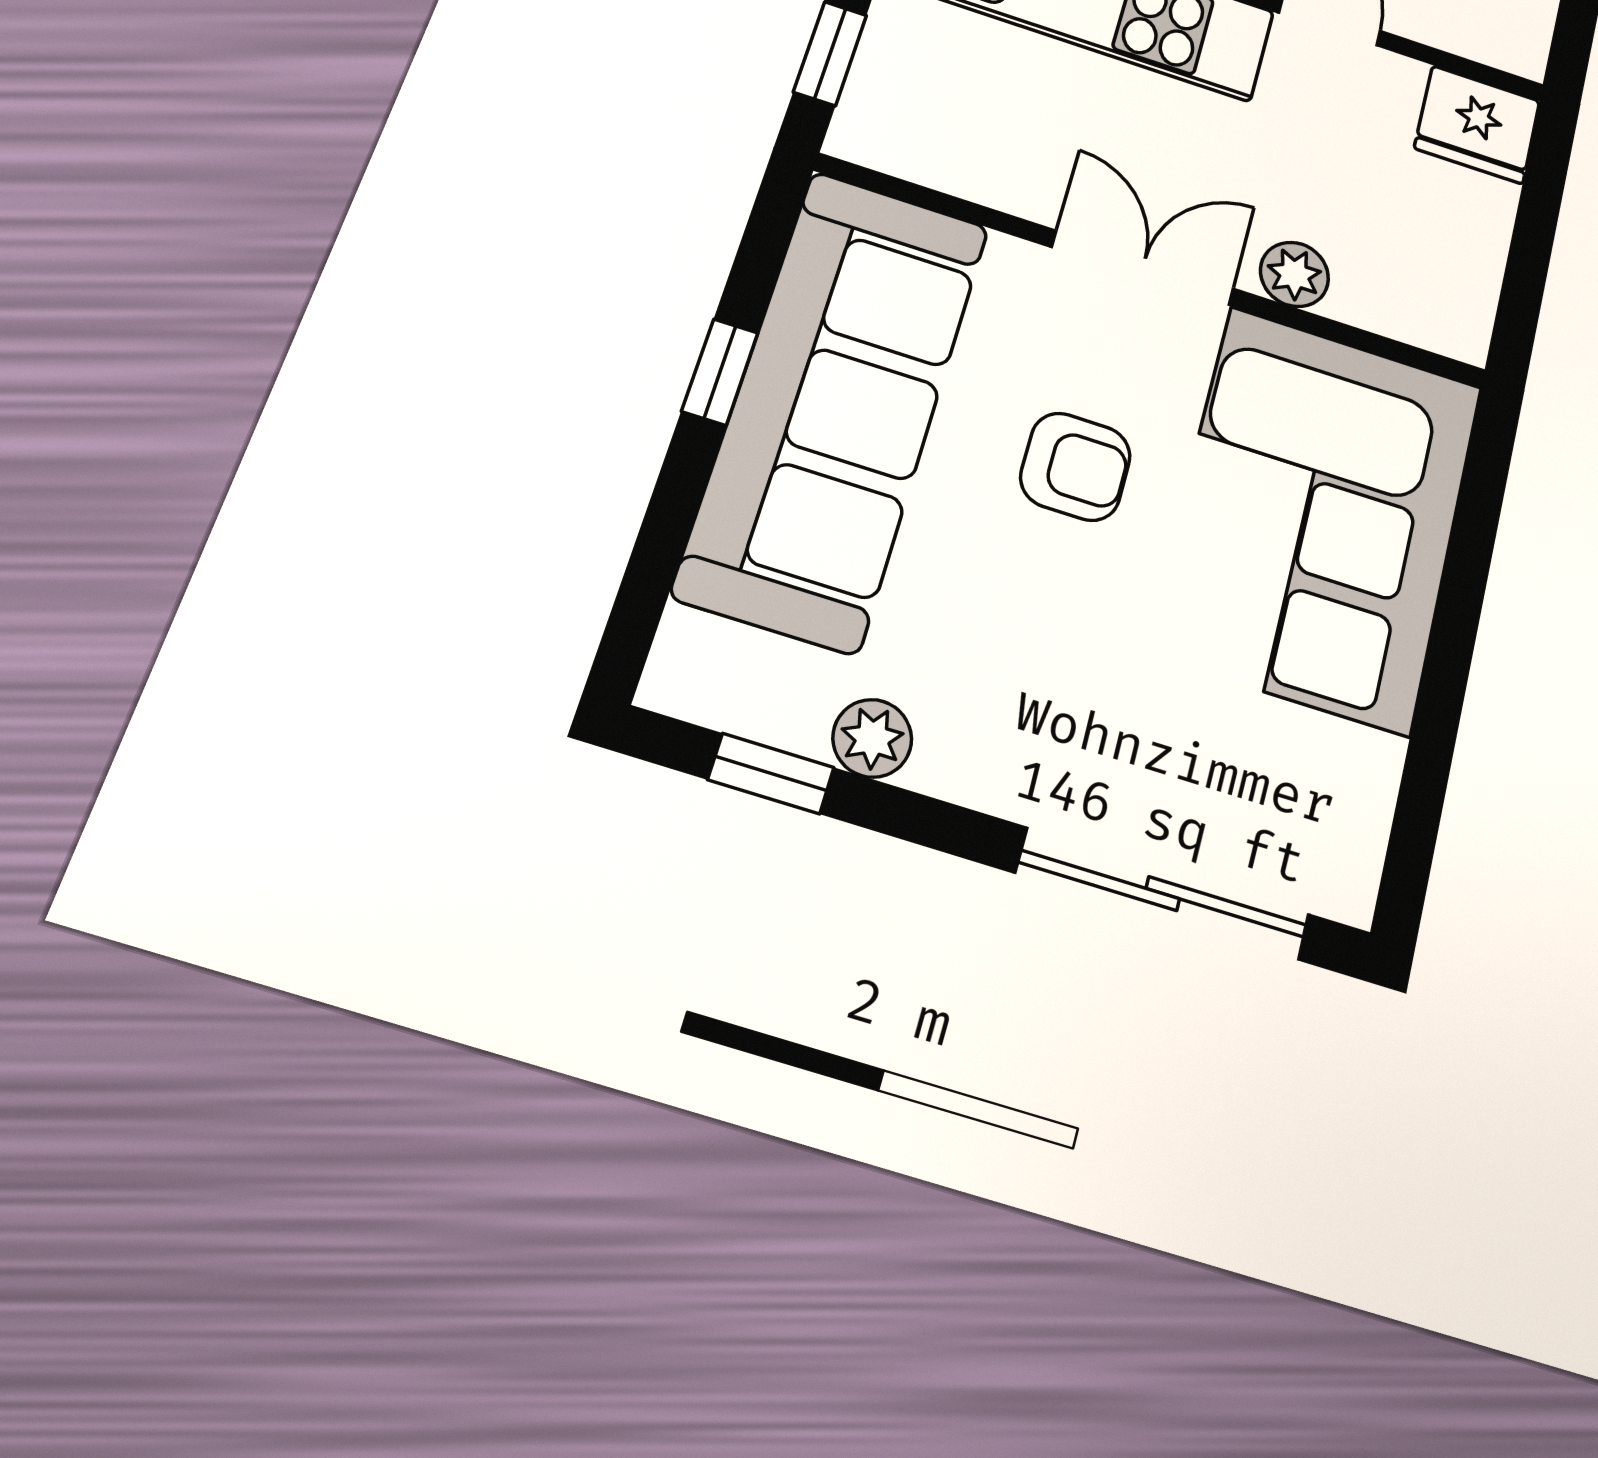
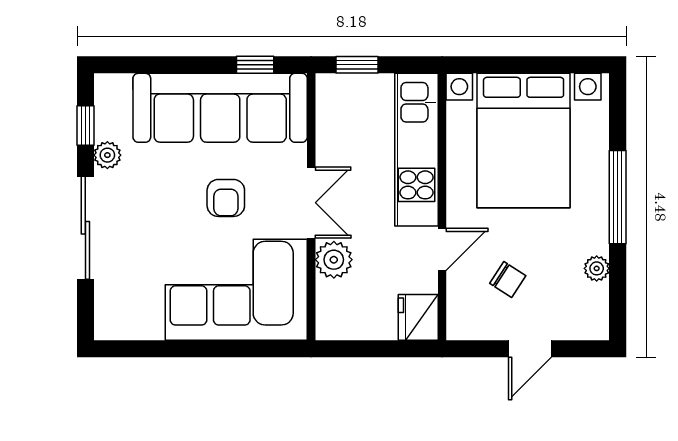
plant: (1294, 274) -> (334, 260), width x1.38, depth x1.38
window: (720, 372) -> (255, 65), moved
sliding door: (1163, 894) -> (85, 228), moved

